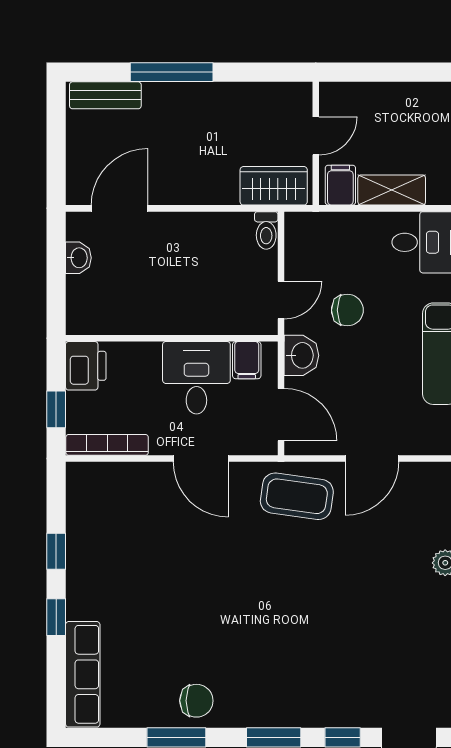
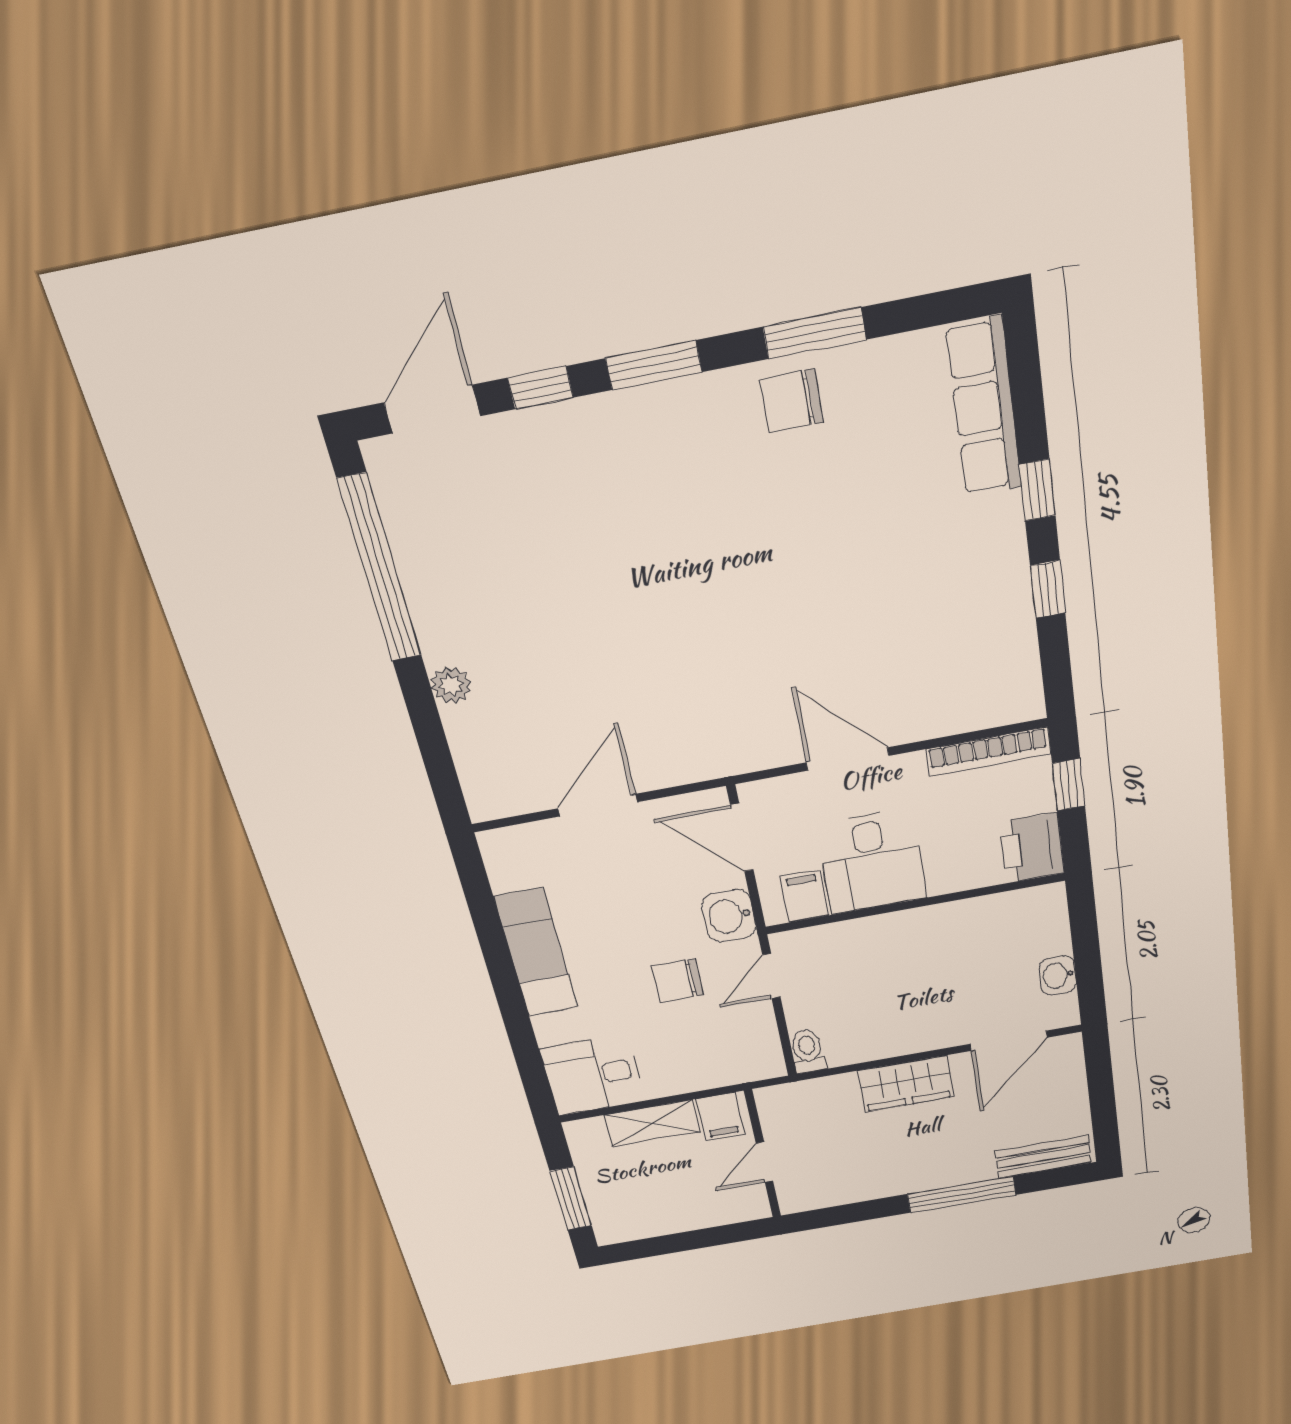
wardrobe: (274, 186) -> (906, 1084), moved
coffee table: (297, 496) -> (696, 735), removed

